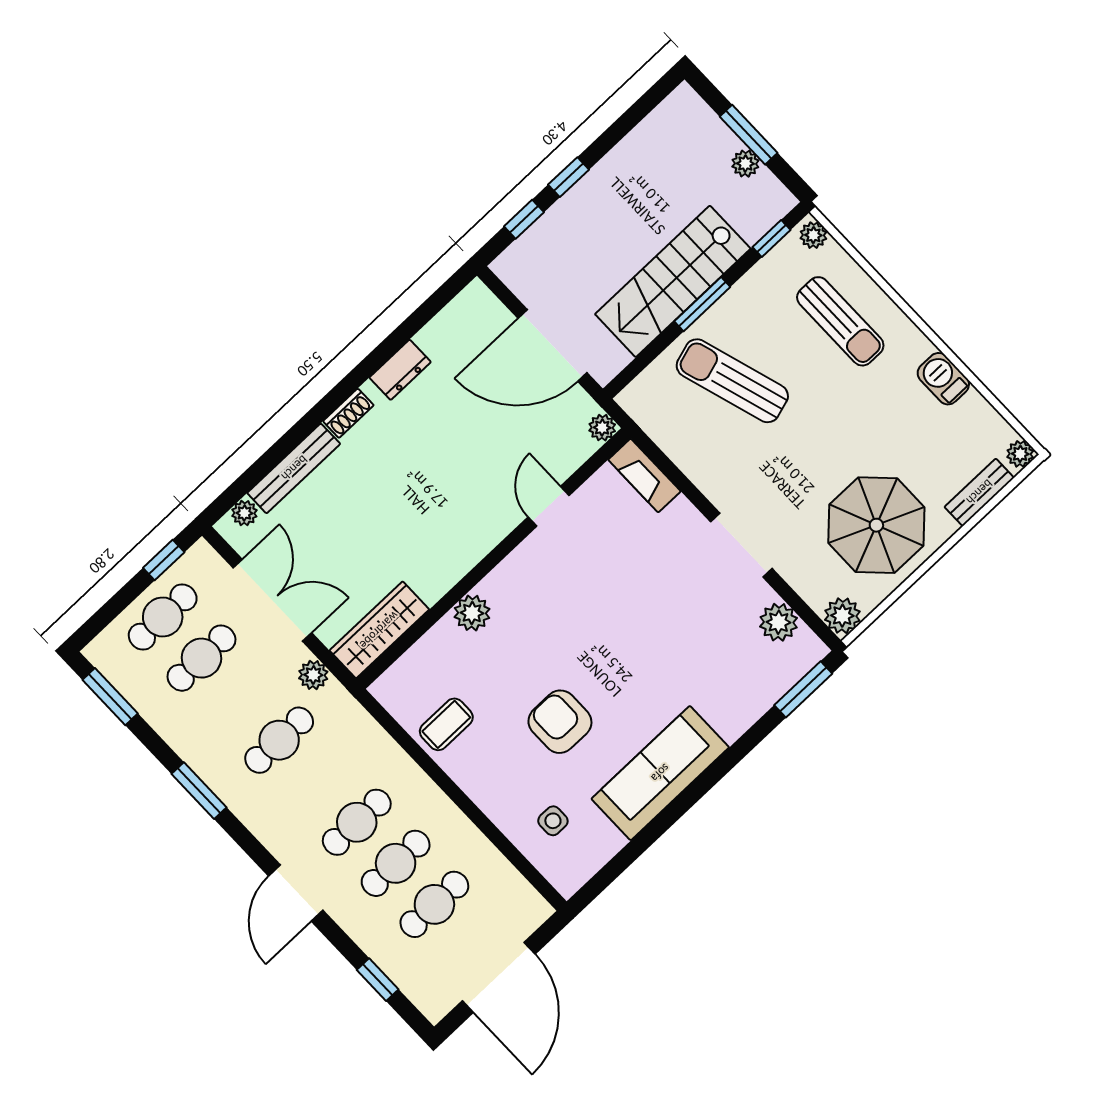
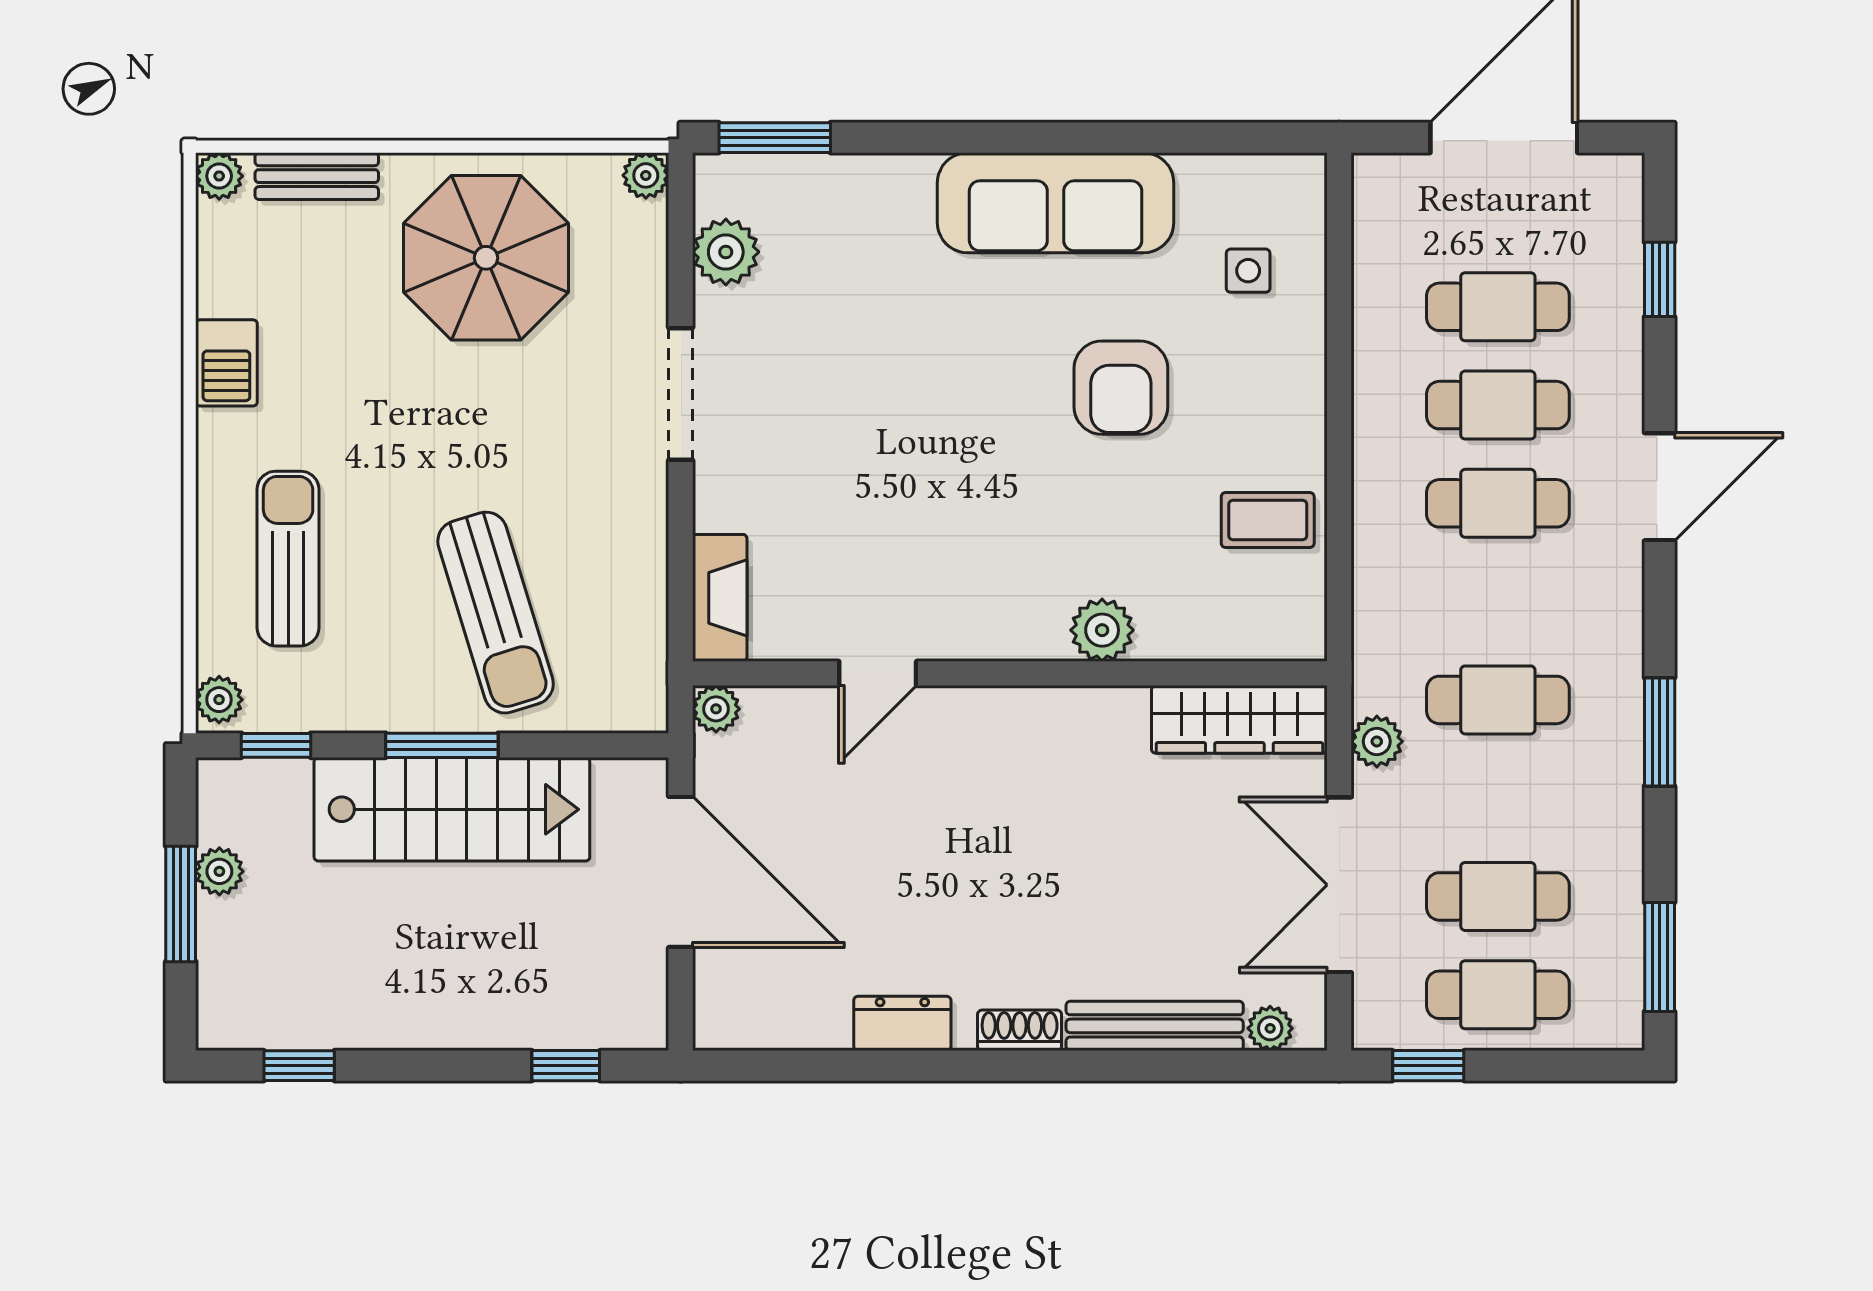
window: (569, 177) -> (299, 1066), moved
plant: (842, 616) -> (646, 175), width x0.73, depth x0.73

